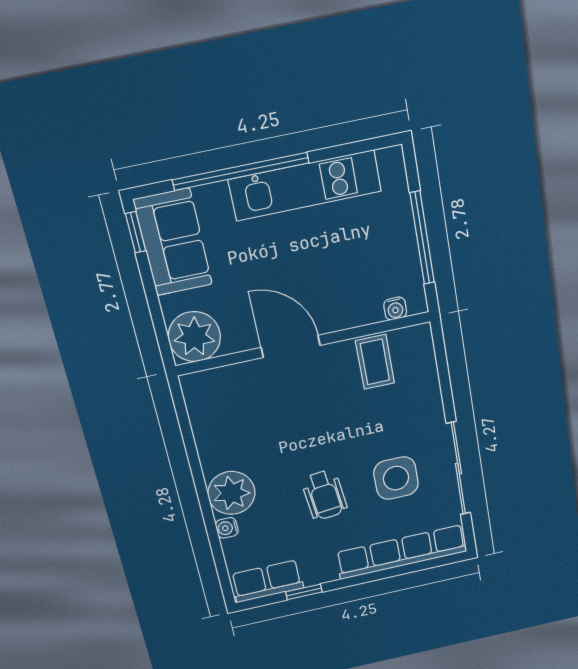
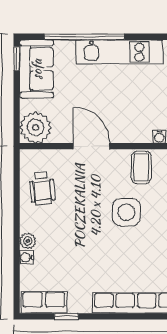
side table: (396, 478) -> (126, 212), moved
plant: (231, 493) -> (28, 241), width x0.53, depth x0.53
wheelchair: (324, 495) -> (42, 188), moved

